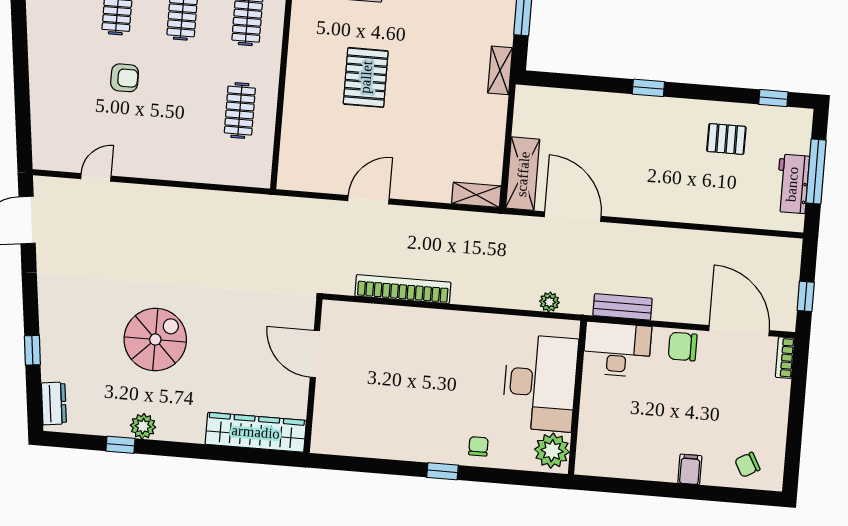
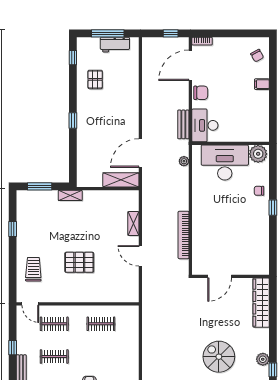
shelving: (476, 195) -> (133, 223), moved
chair: (683, 347) -> (201, 93), turned -90

